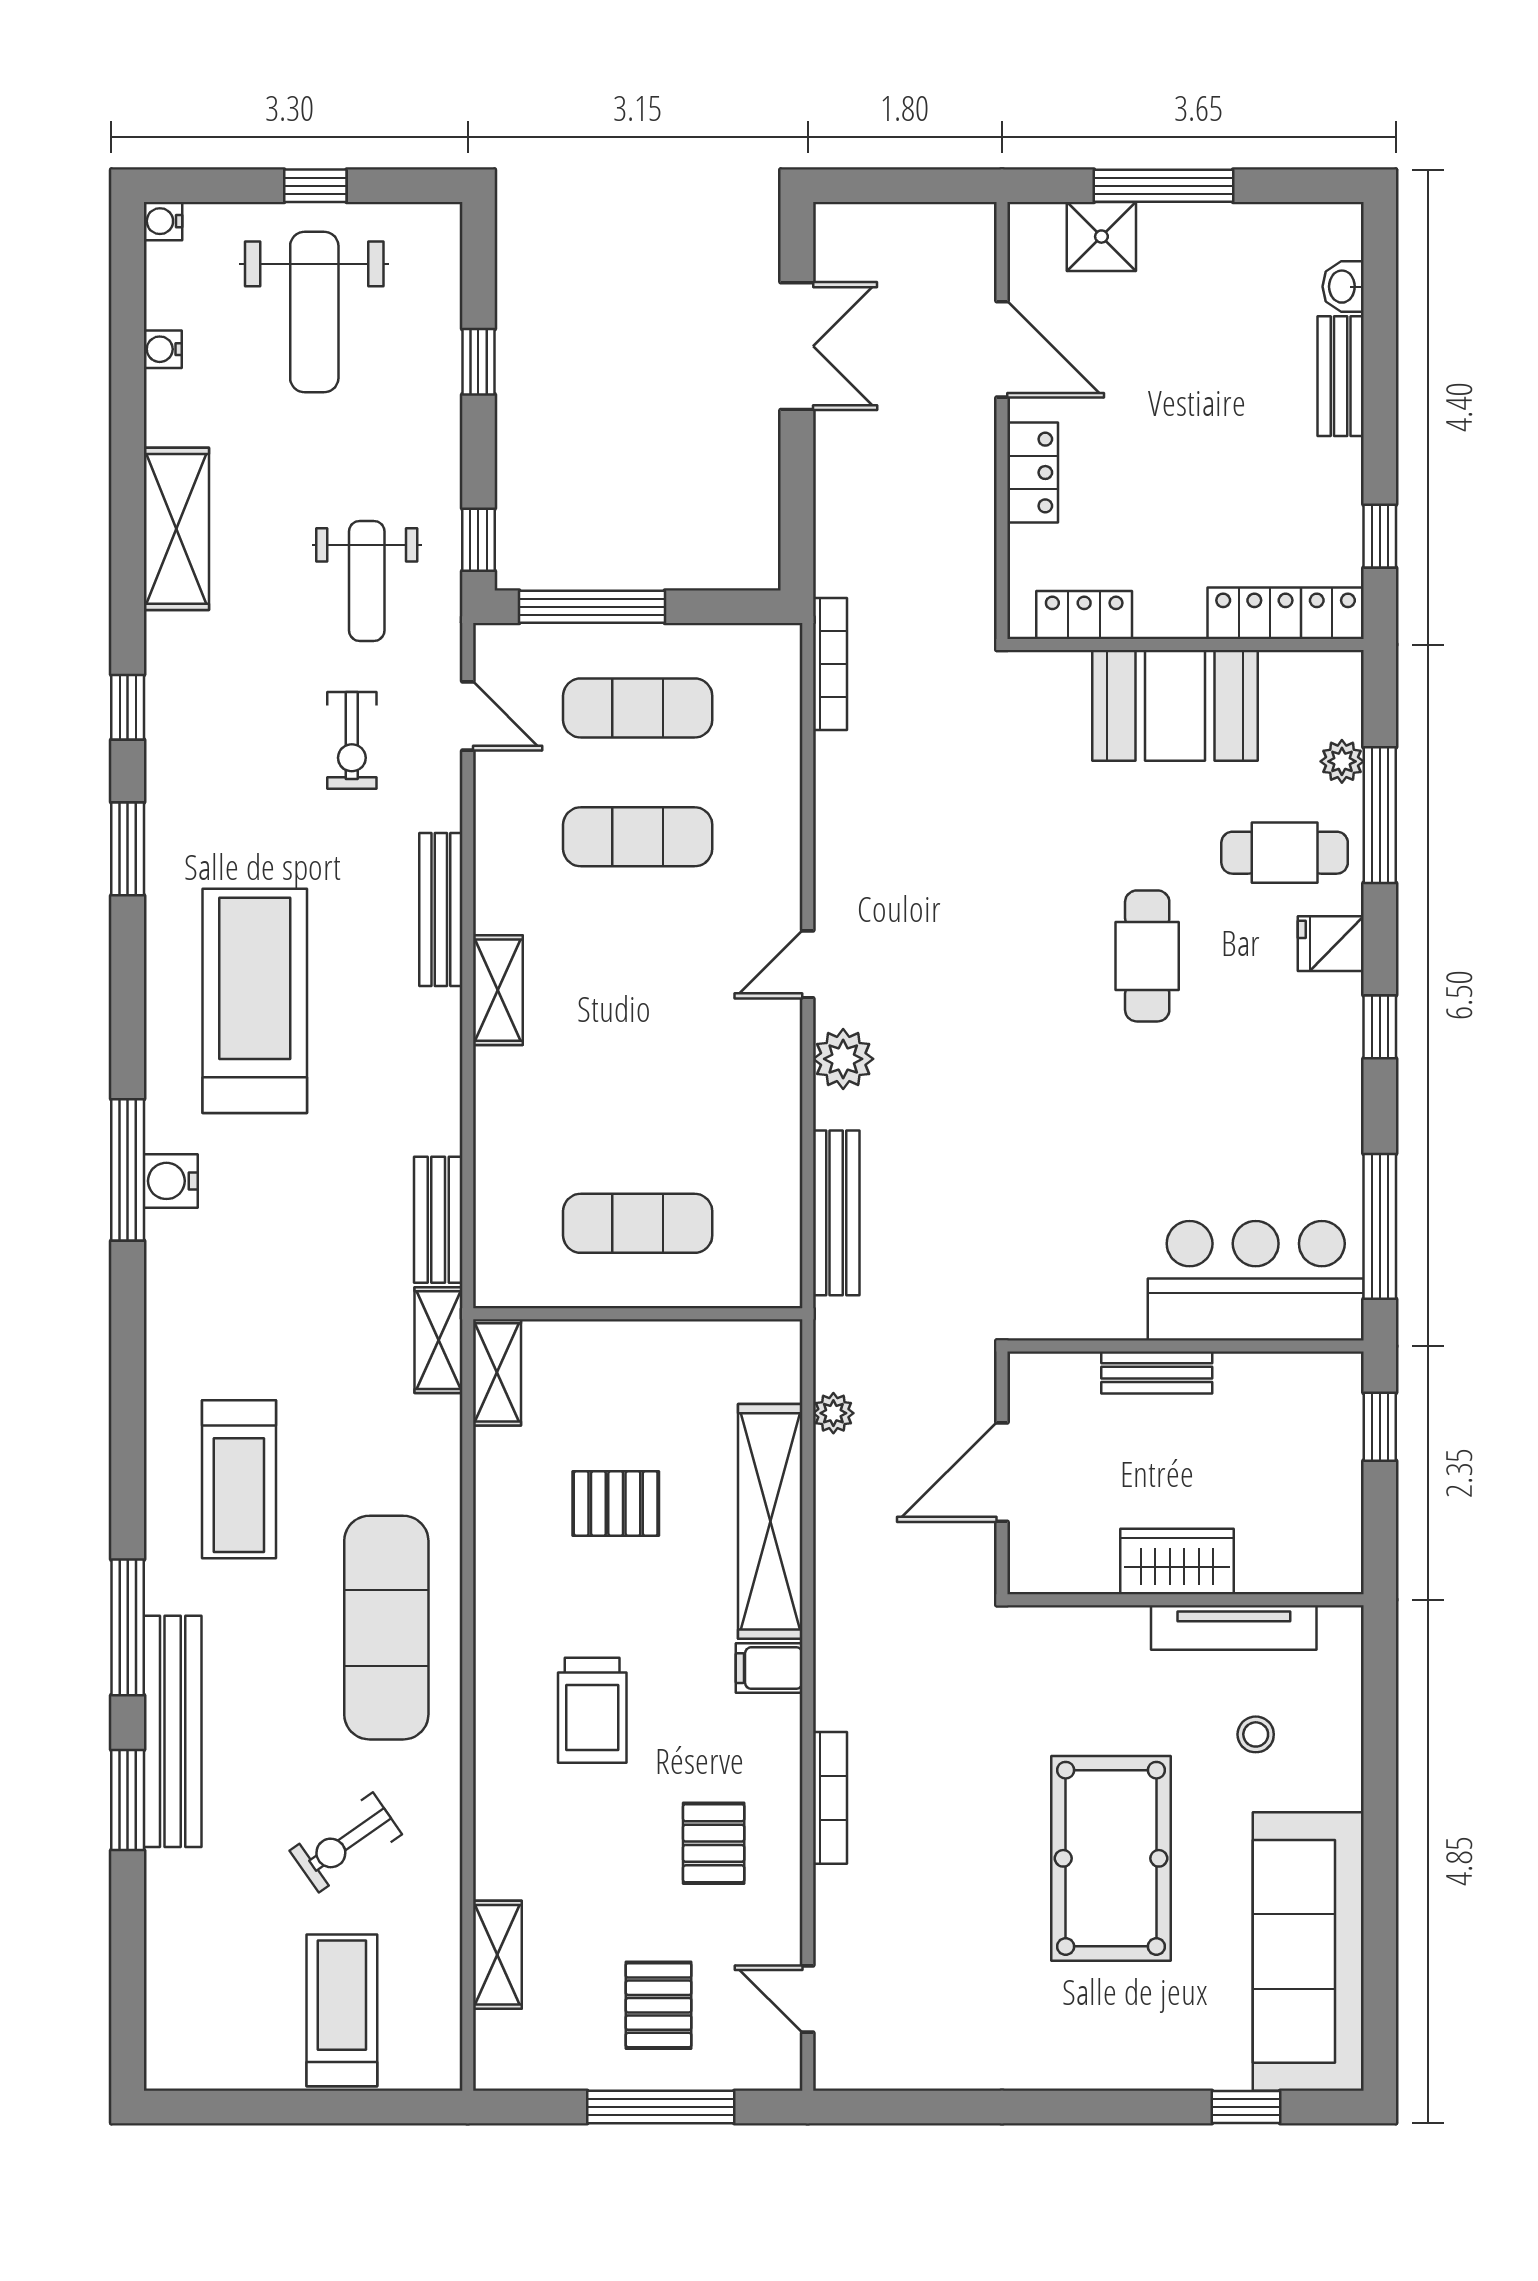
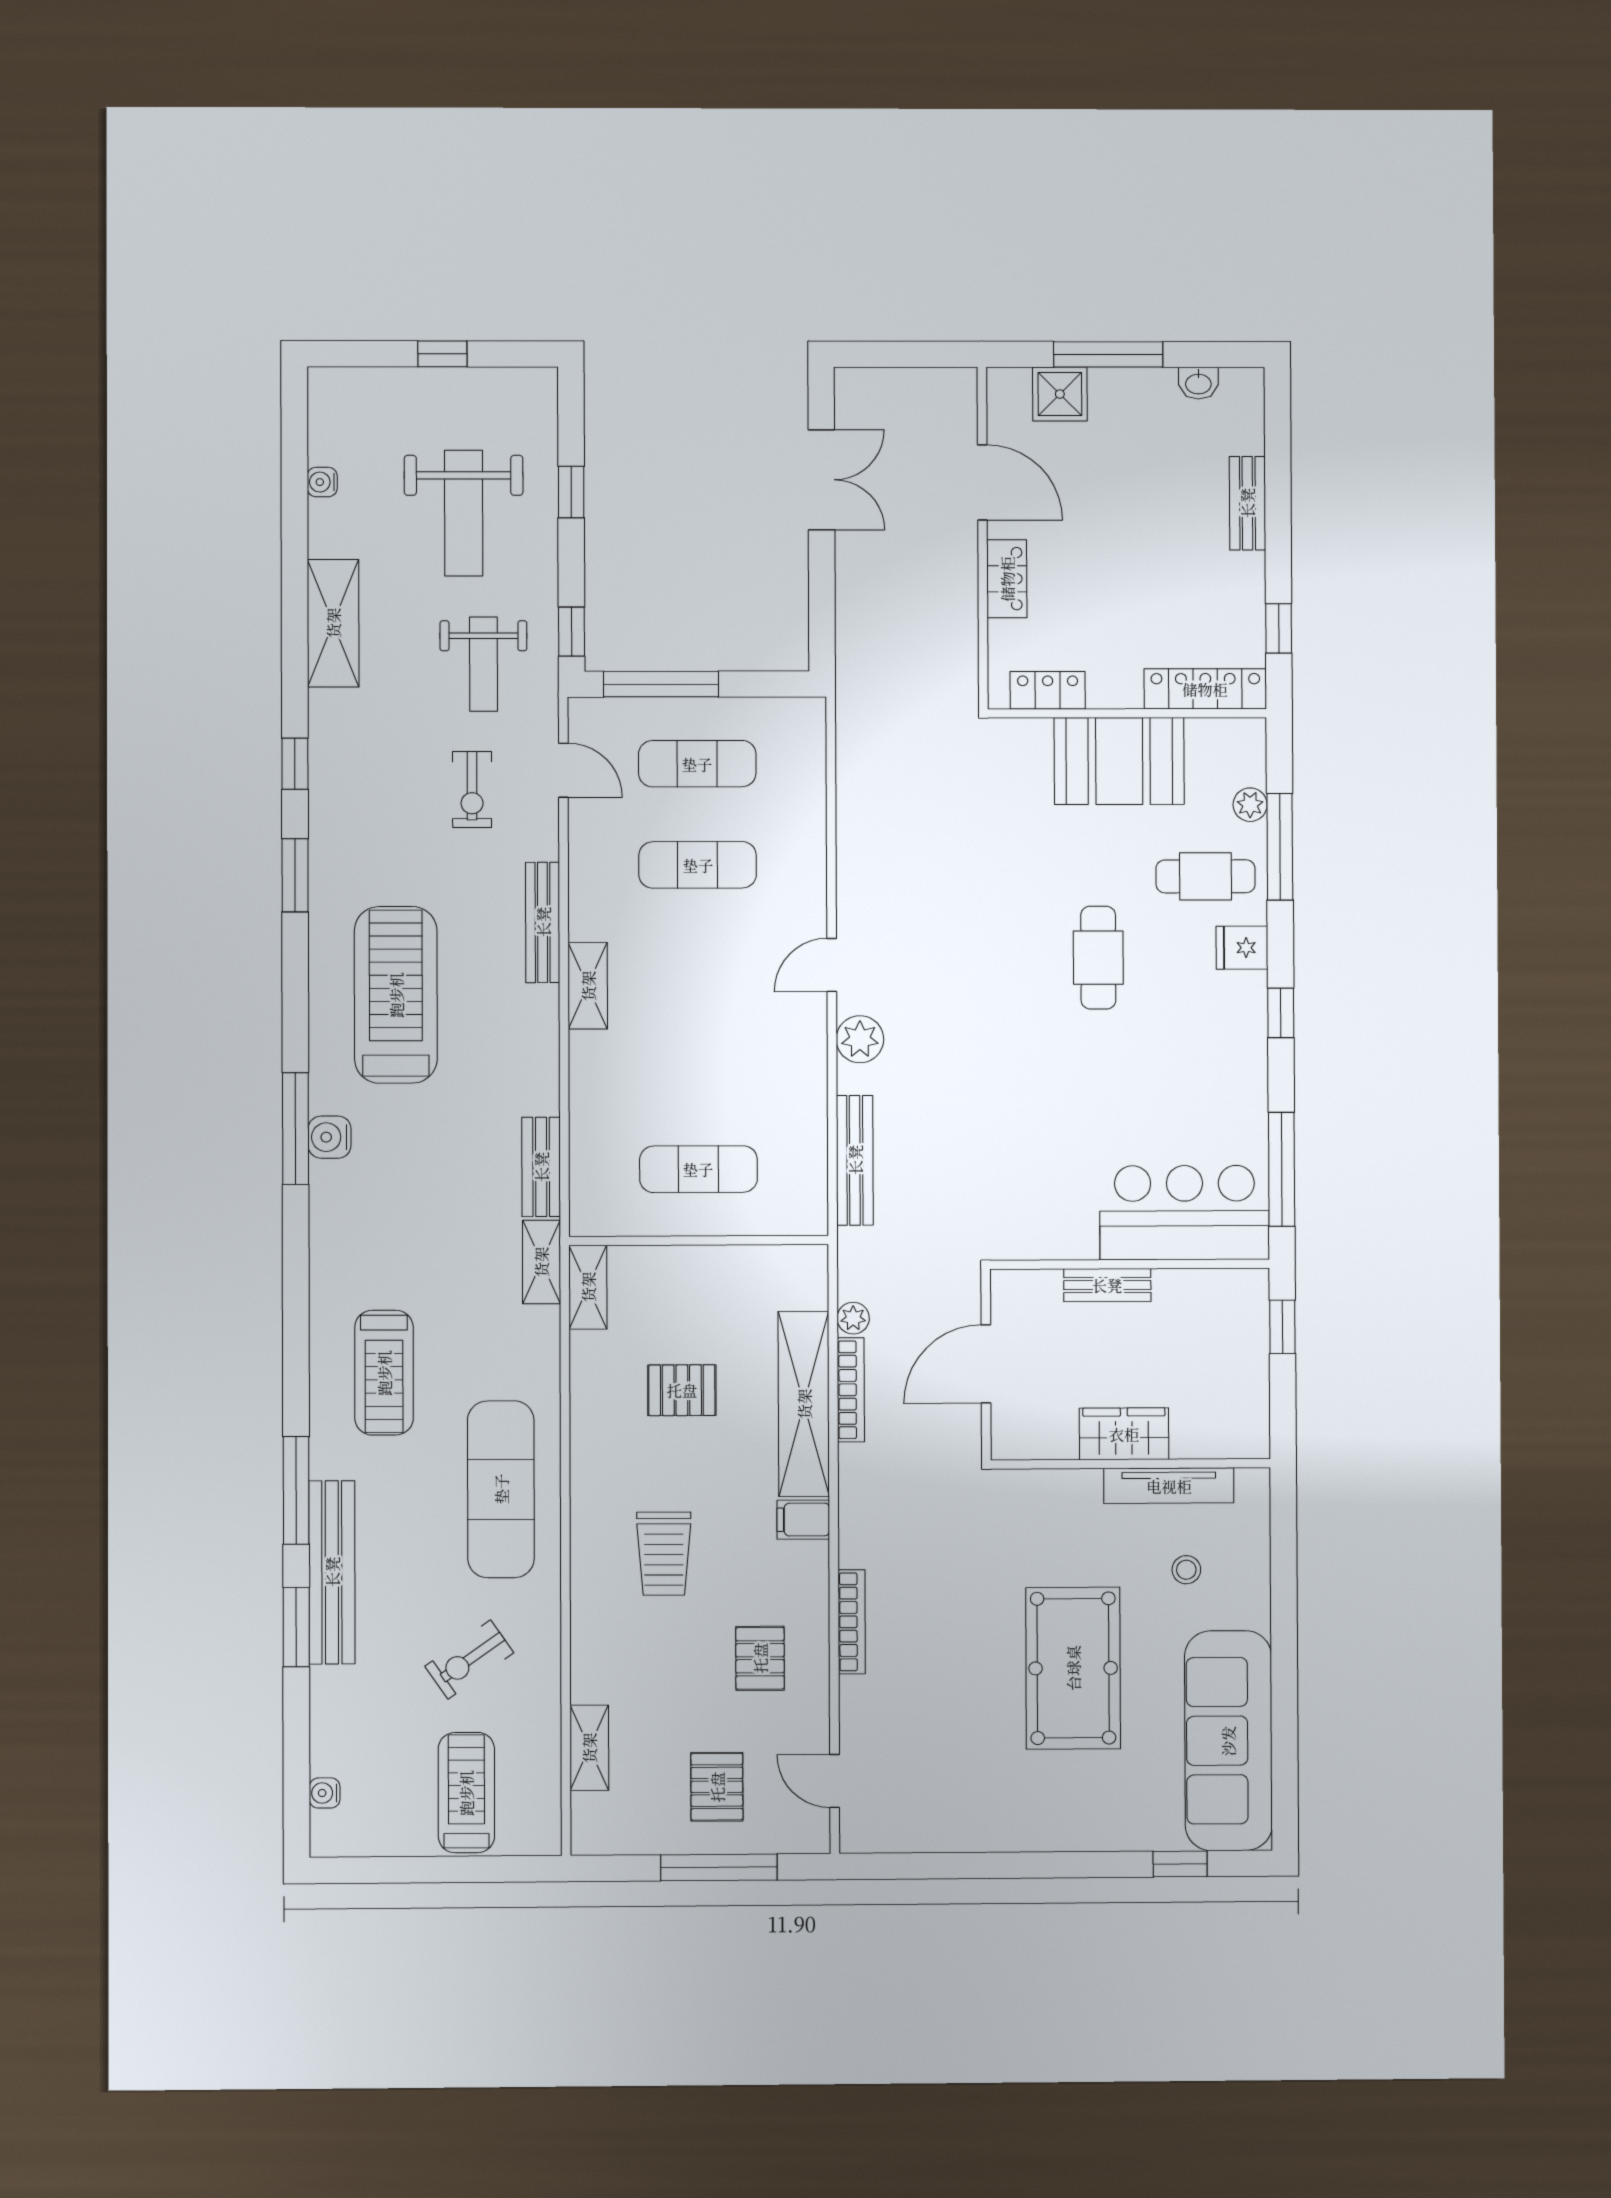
water cooler: (163, 221) -> (325, 1793), moved
washbasin: (1343, 287) -> (1198, 383), moved, turned -90
weight bench: (314, 312) -> (464, 513), moved
bookcase: (830, 664) -> (851, 1390), moved

